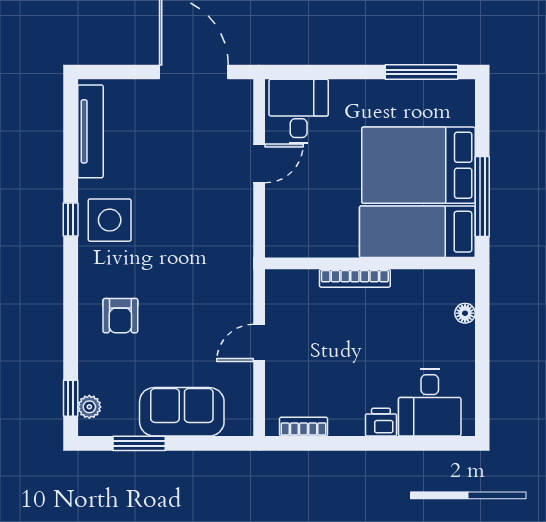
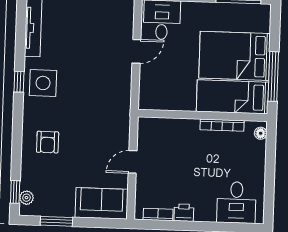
bookcase: (355, 278) -> (222, 125), moved
floor lamp: (465, 313) -> (261, 133), moved
sofa: (182, 412) -> (102, 203), moved
printer: (381, 422) -> (184, 213), moved

